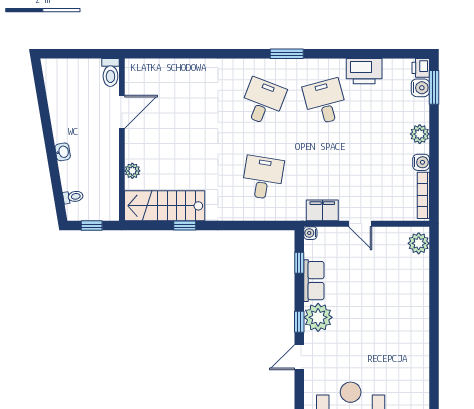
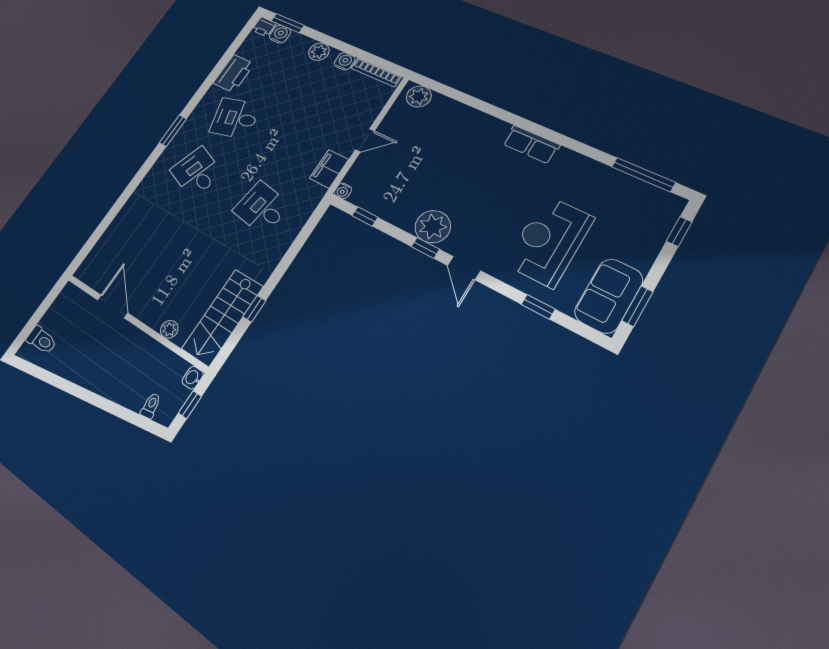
toilet: (110, 72) -> (42, 340), moved
washbasin: (63, 152) -> (193, 378), moved, turned -81
row of seats: (314, 281) -> (531, 145), moved, turned 180

